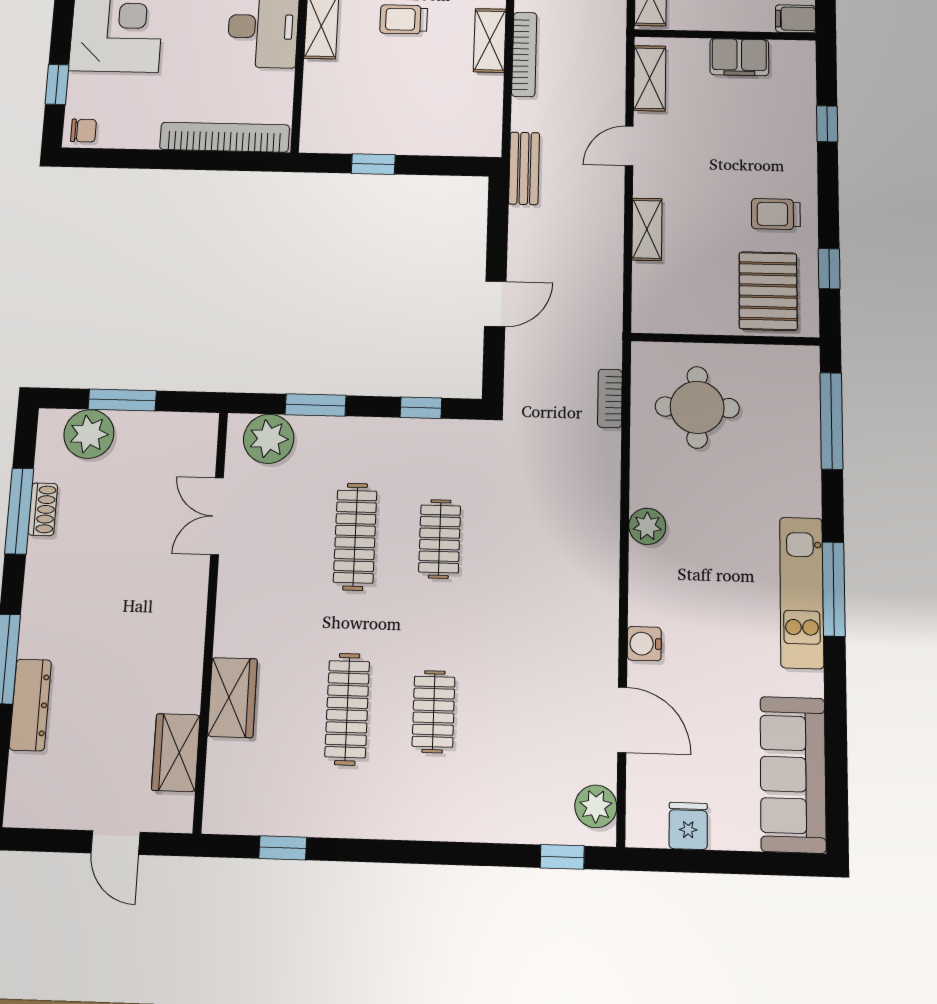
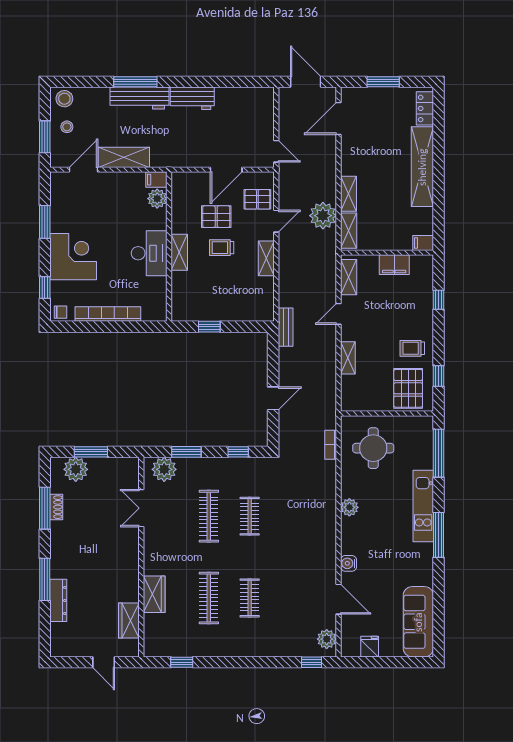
bookcase: (524, 54) -> (284, 266), removed
bookcase: (225, 137) -> (108, 314), moved
kitchen unit: (802, 593) -> (423, 506), moved

